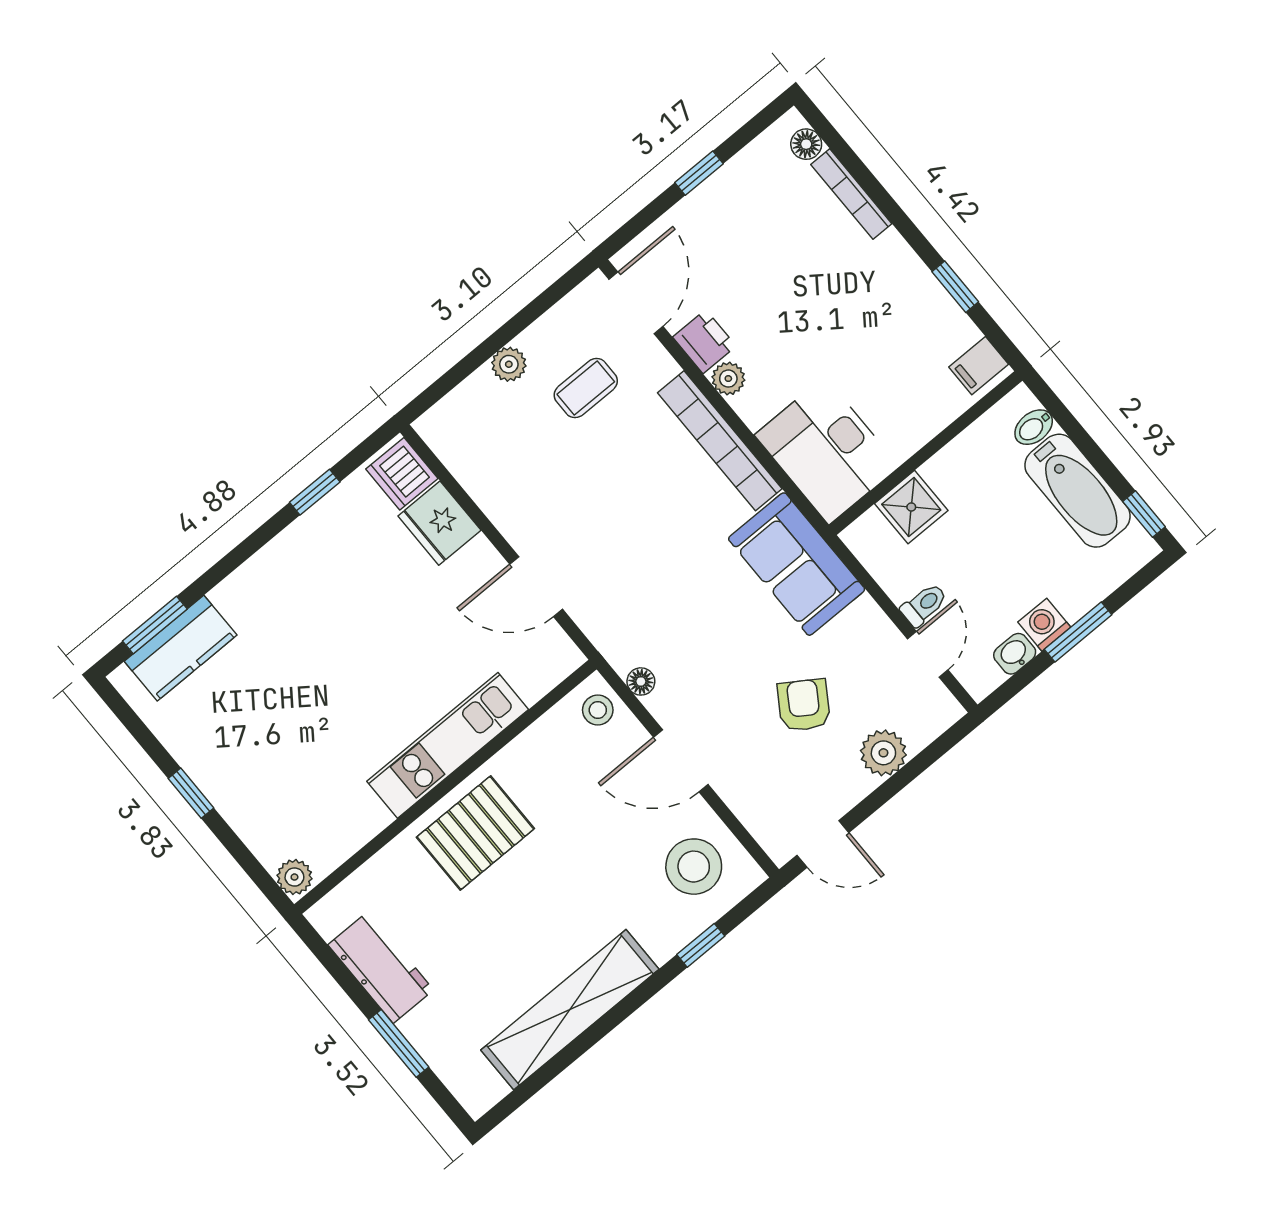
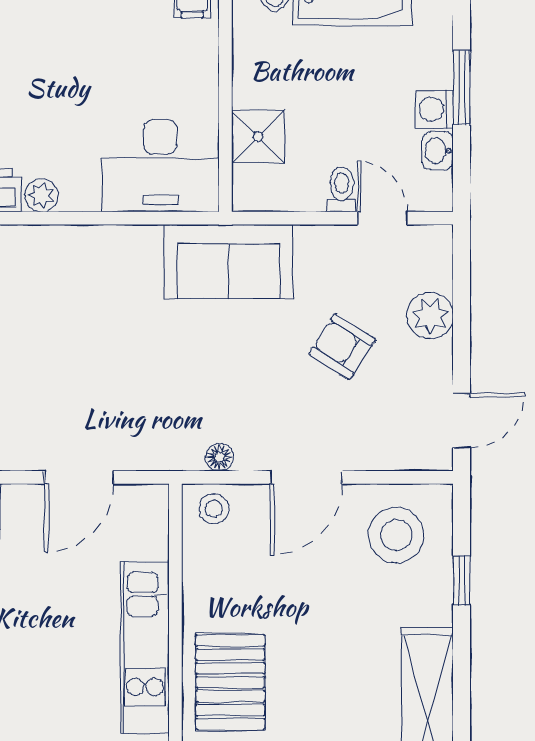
bookcase: (720, 441) -> (84, 242), removed

